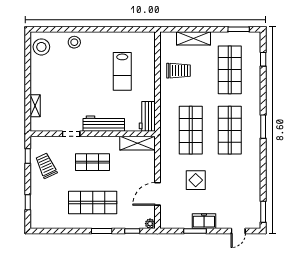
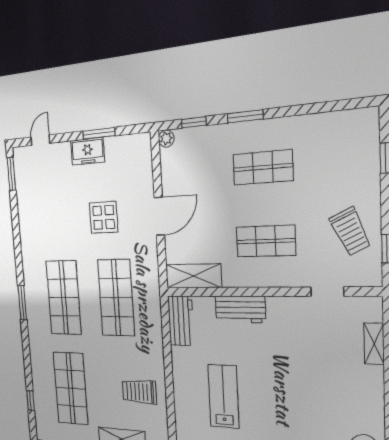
workbench: (104, 124) -> (240, 309), width x0.73
doorway: (71, 134) -> (327, 292), moved
door: (157, 194) -> (159, 216), moved
shop shelf: (93, 203) -> (263, 167), width x0.70, depth x0.74

